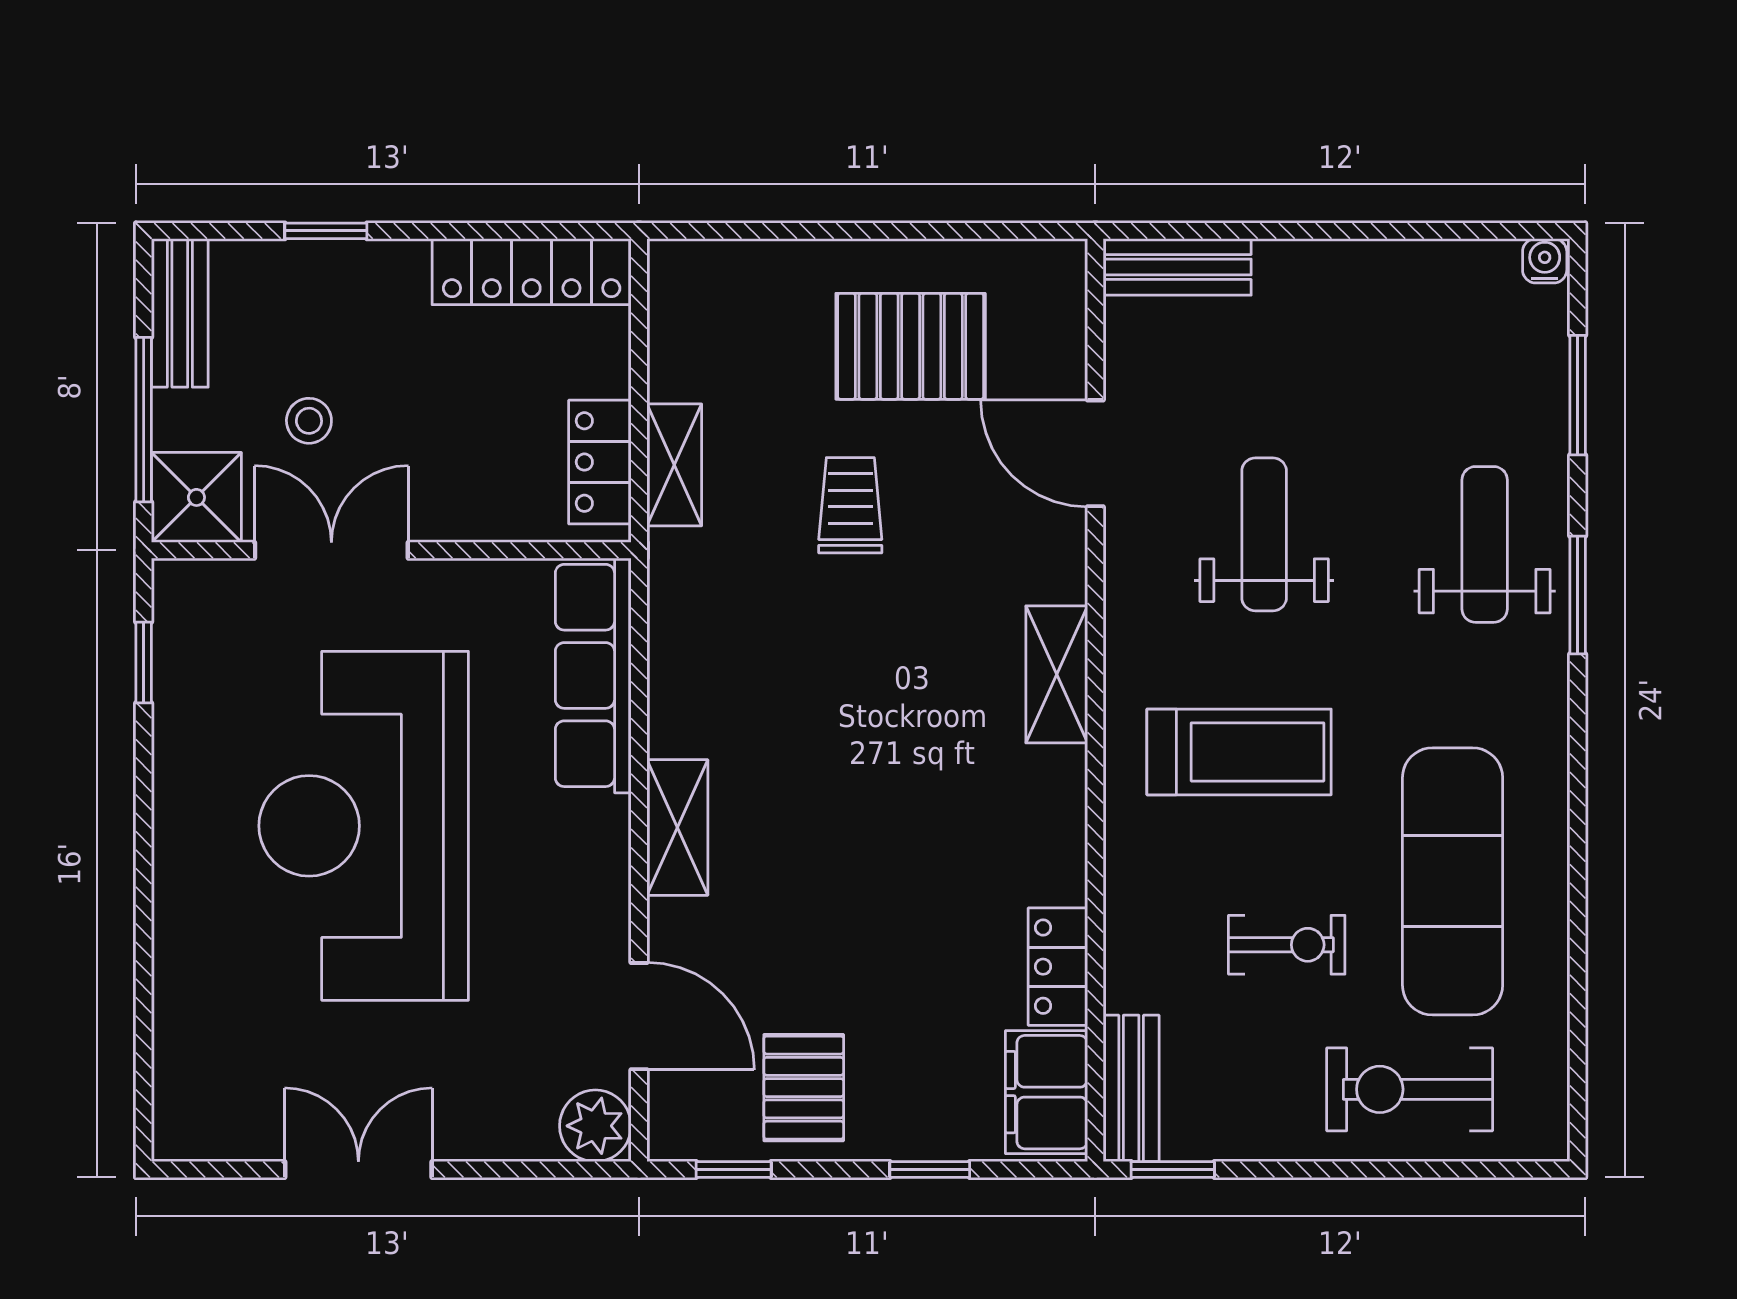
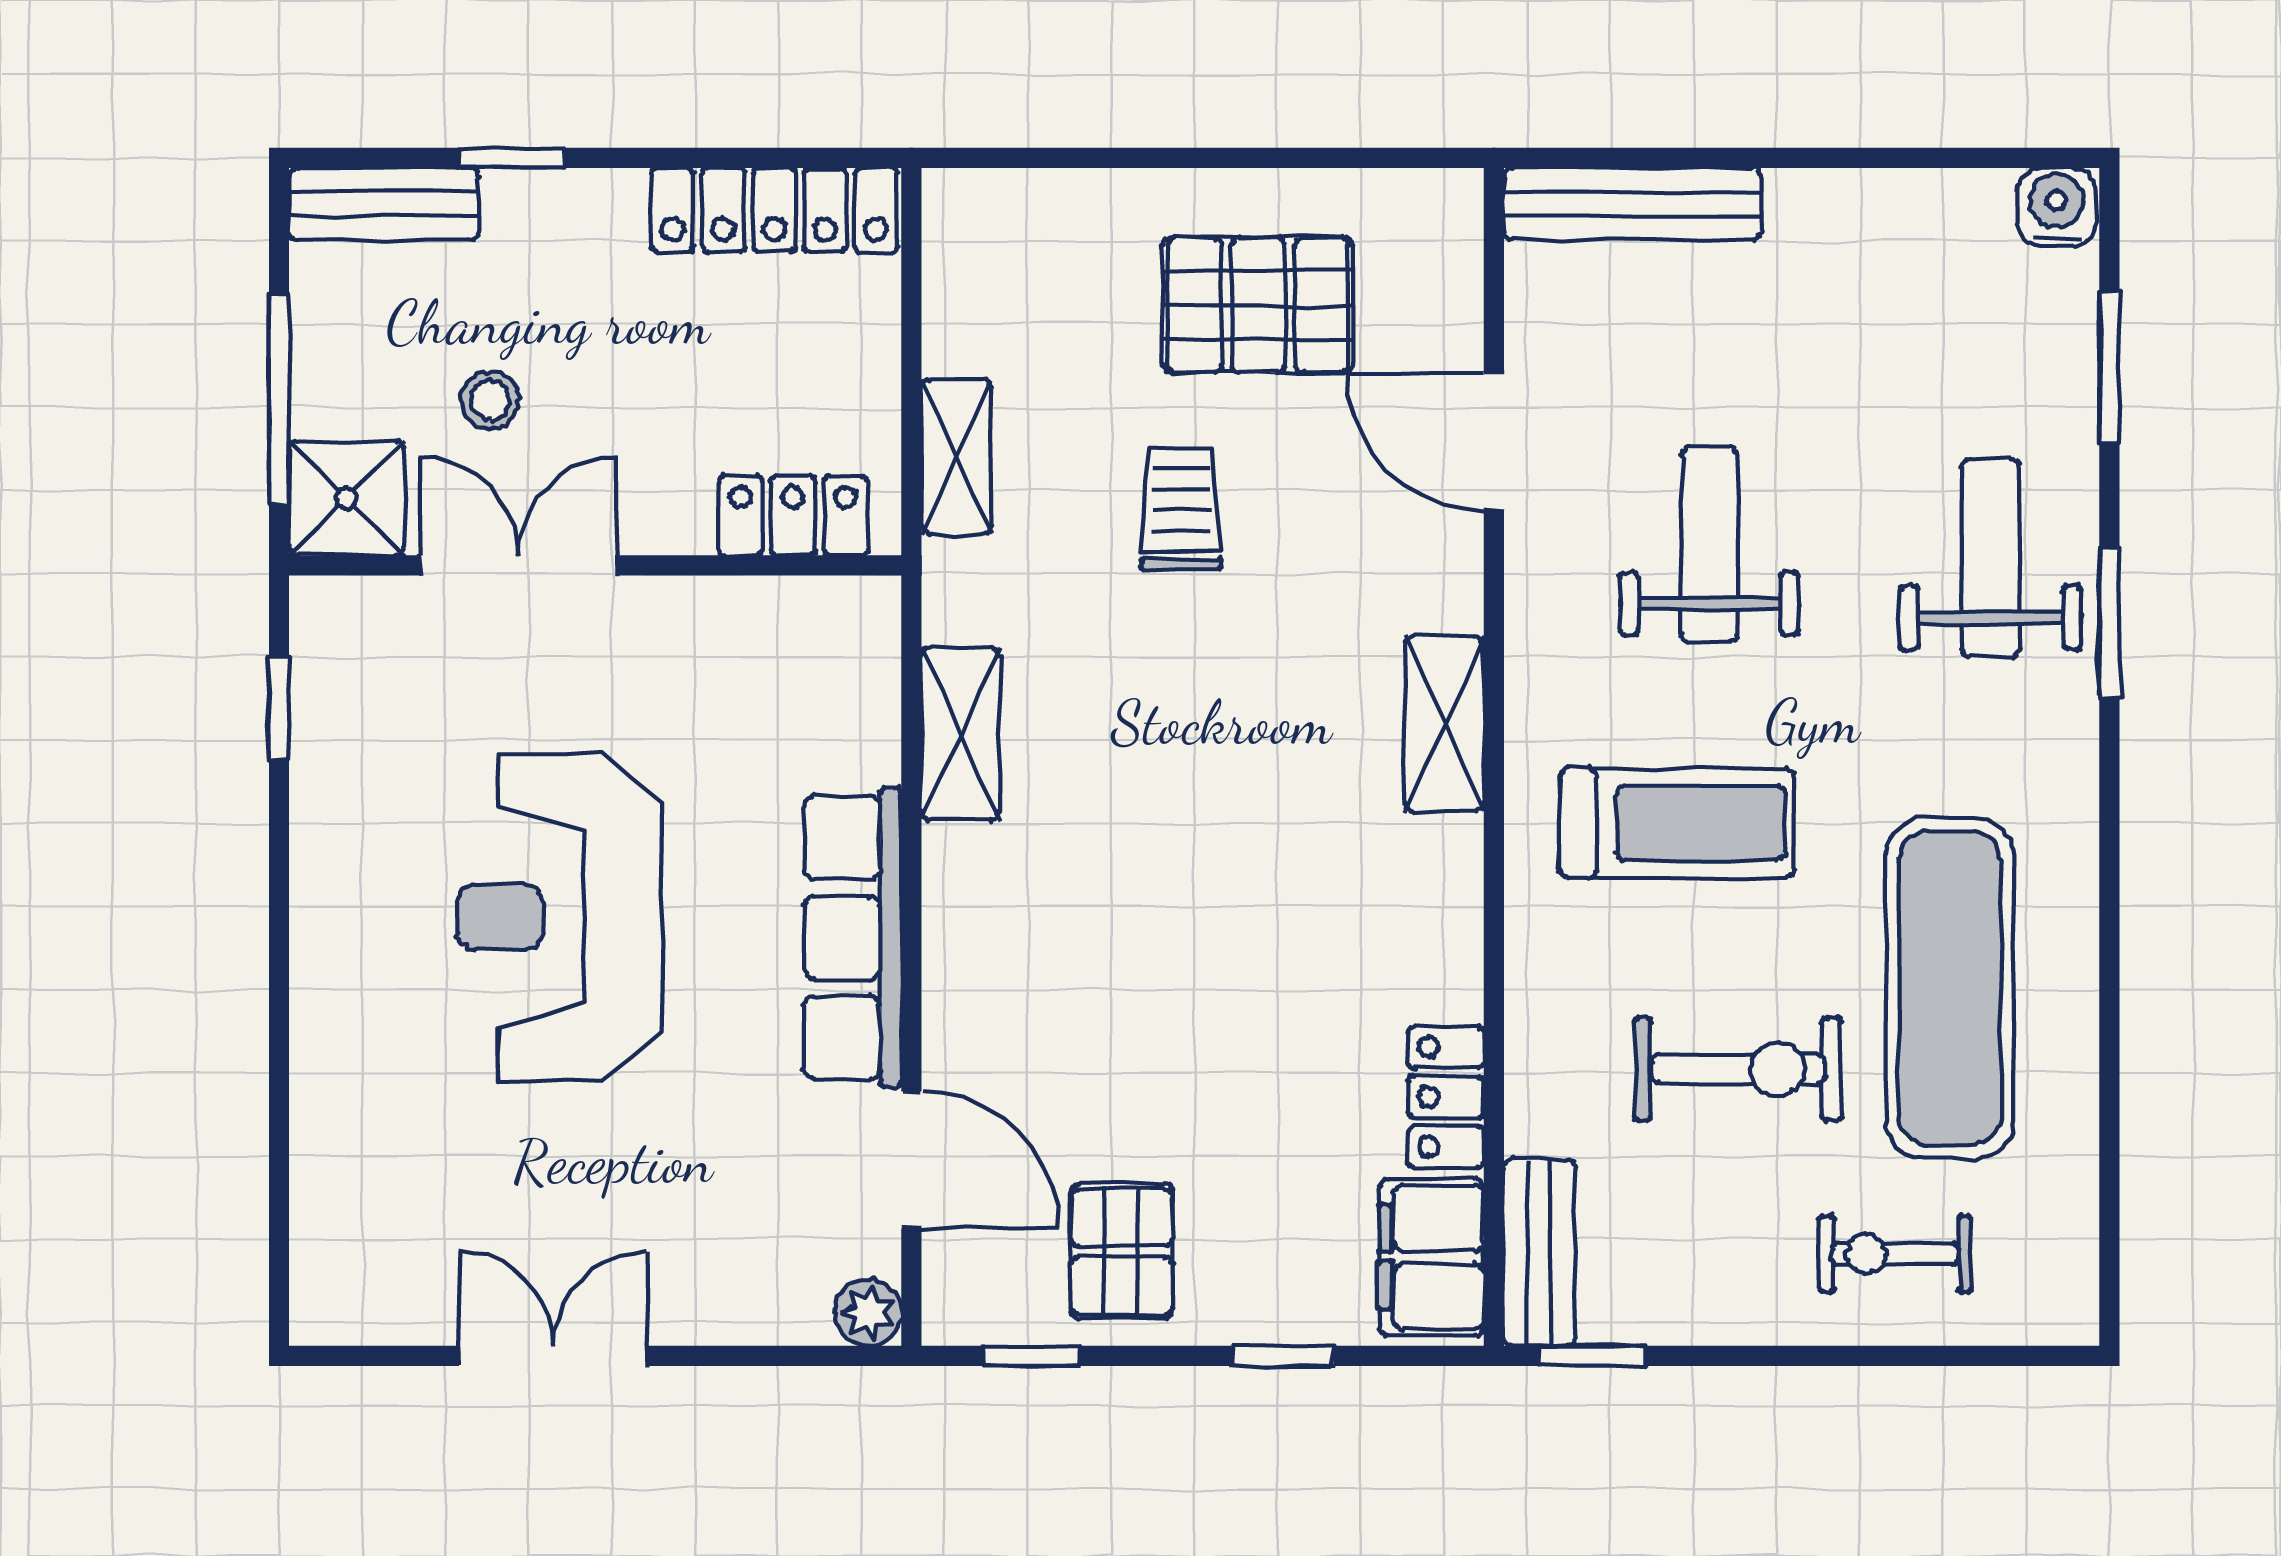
water cooler: (1545, 261) -> (2057, 207), width x1.38, depth x1.38
bench: (1177, 267) -> (1633, 204), width x1.36
bench: (180, 313) -> (384, 204), moved, turned 90
locker: (600, 462) -> (793, 516), moved, turned 90
row of seats: (593, 675) -> (853, 938), moved
reception desk: (364, 826) -> (560, 917), width x0.74, depth x0.77
shelving: (677, 828) -> (960, 734), moved
exercise bike: (1287, 945) -> (1738, 1069), width x1.38, depth x1.39
exercise bike: (1410, 1089) -> (1895, 1254), width x0.73, depth x0.72
plant: (595, 1126) -> (868, 1313), width x0.73, depth x0.73

